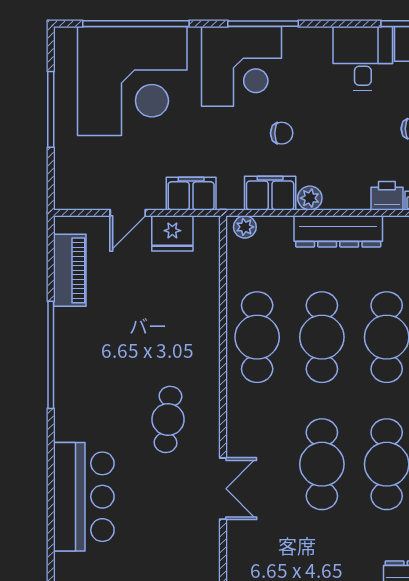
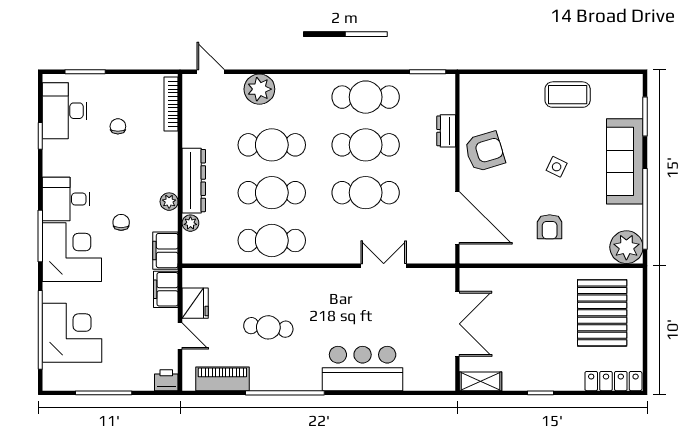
desk: (363, 58) -> (66, 199), moved
corner desk: (132, 81) -> (72, 333), width x0.74, depth x0.74
filing cabinet: (270, 193) -> (165, 251), moved
printer: (387, 196) -> (166, 380), moved, turned 90
plant: (245, 227) -> (190, 223), moved
cafe table: (168, 419) -> (268, 327), moved
bar counter: (84, 497) -> (363, 369), moved

